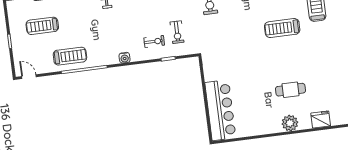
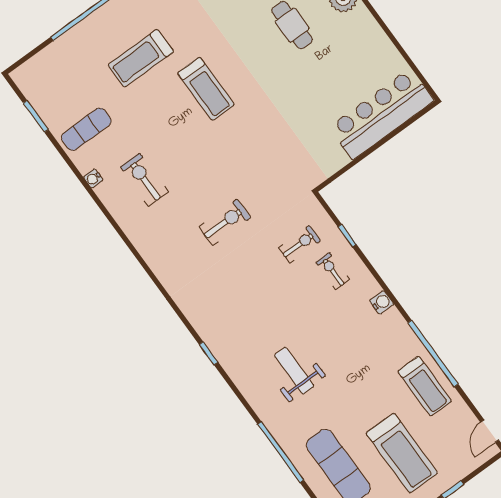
treadmill: (42, 26) -> (402, 453), width x1.37, depth x1.38
treadmill: (70, 56) -> (425, 386), turned 180

